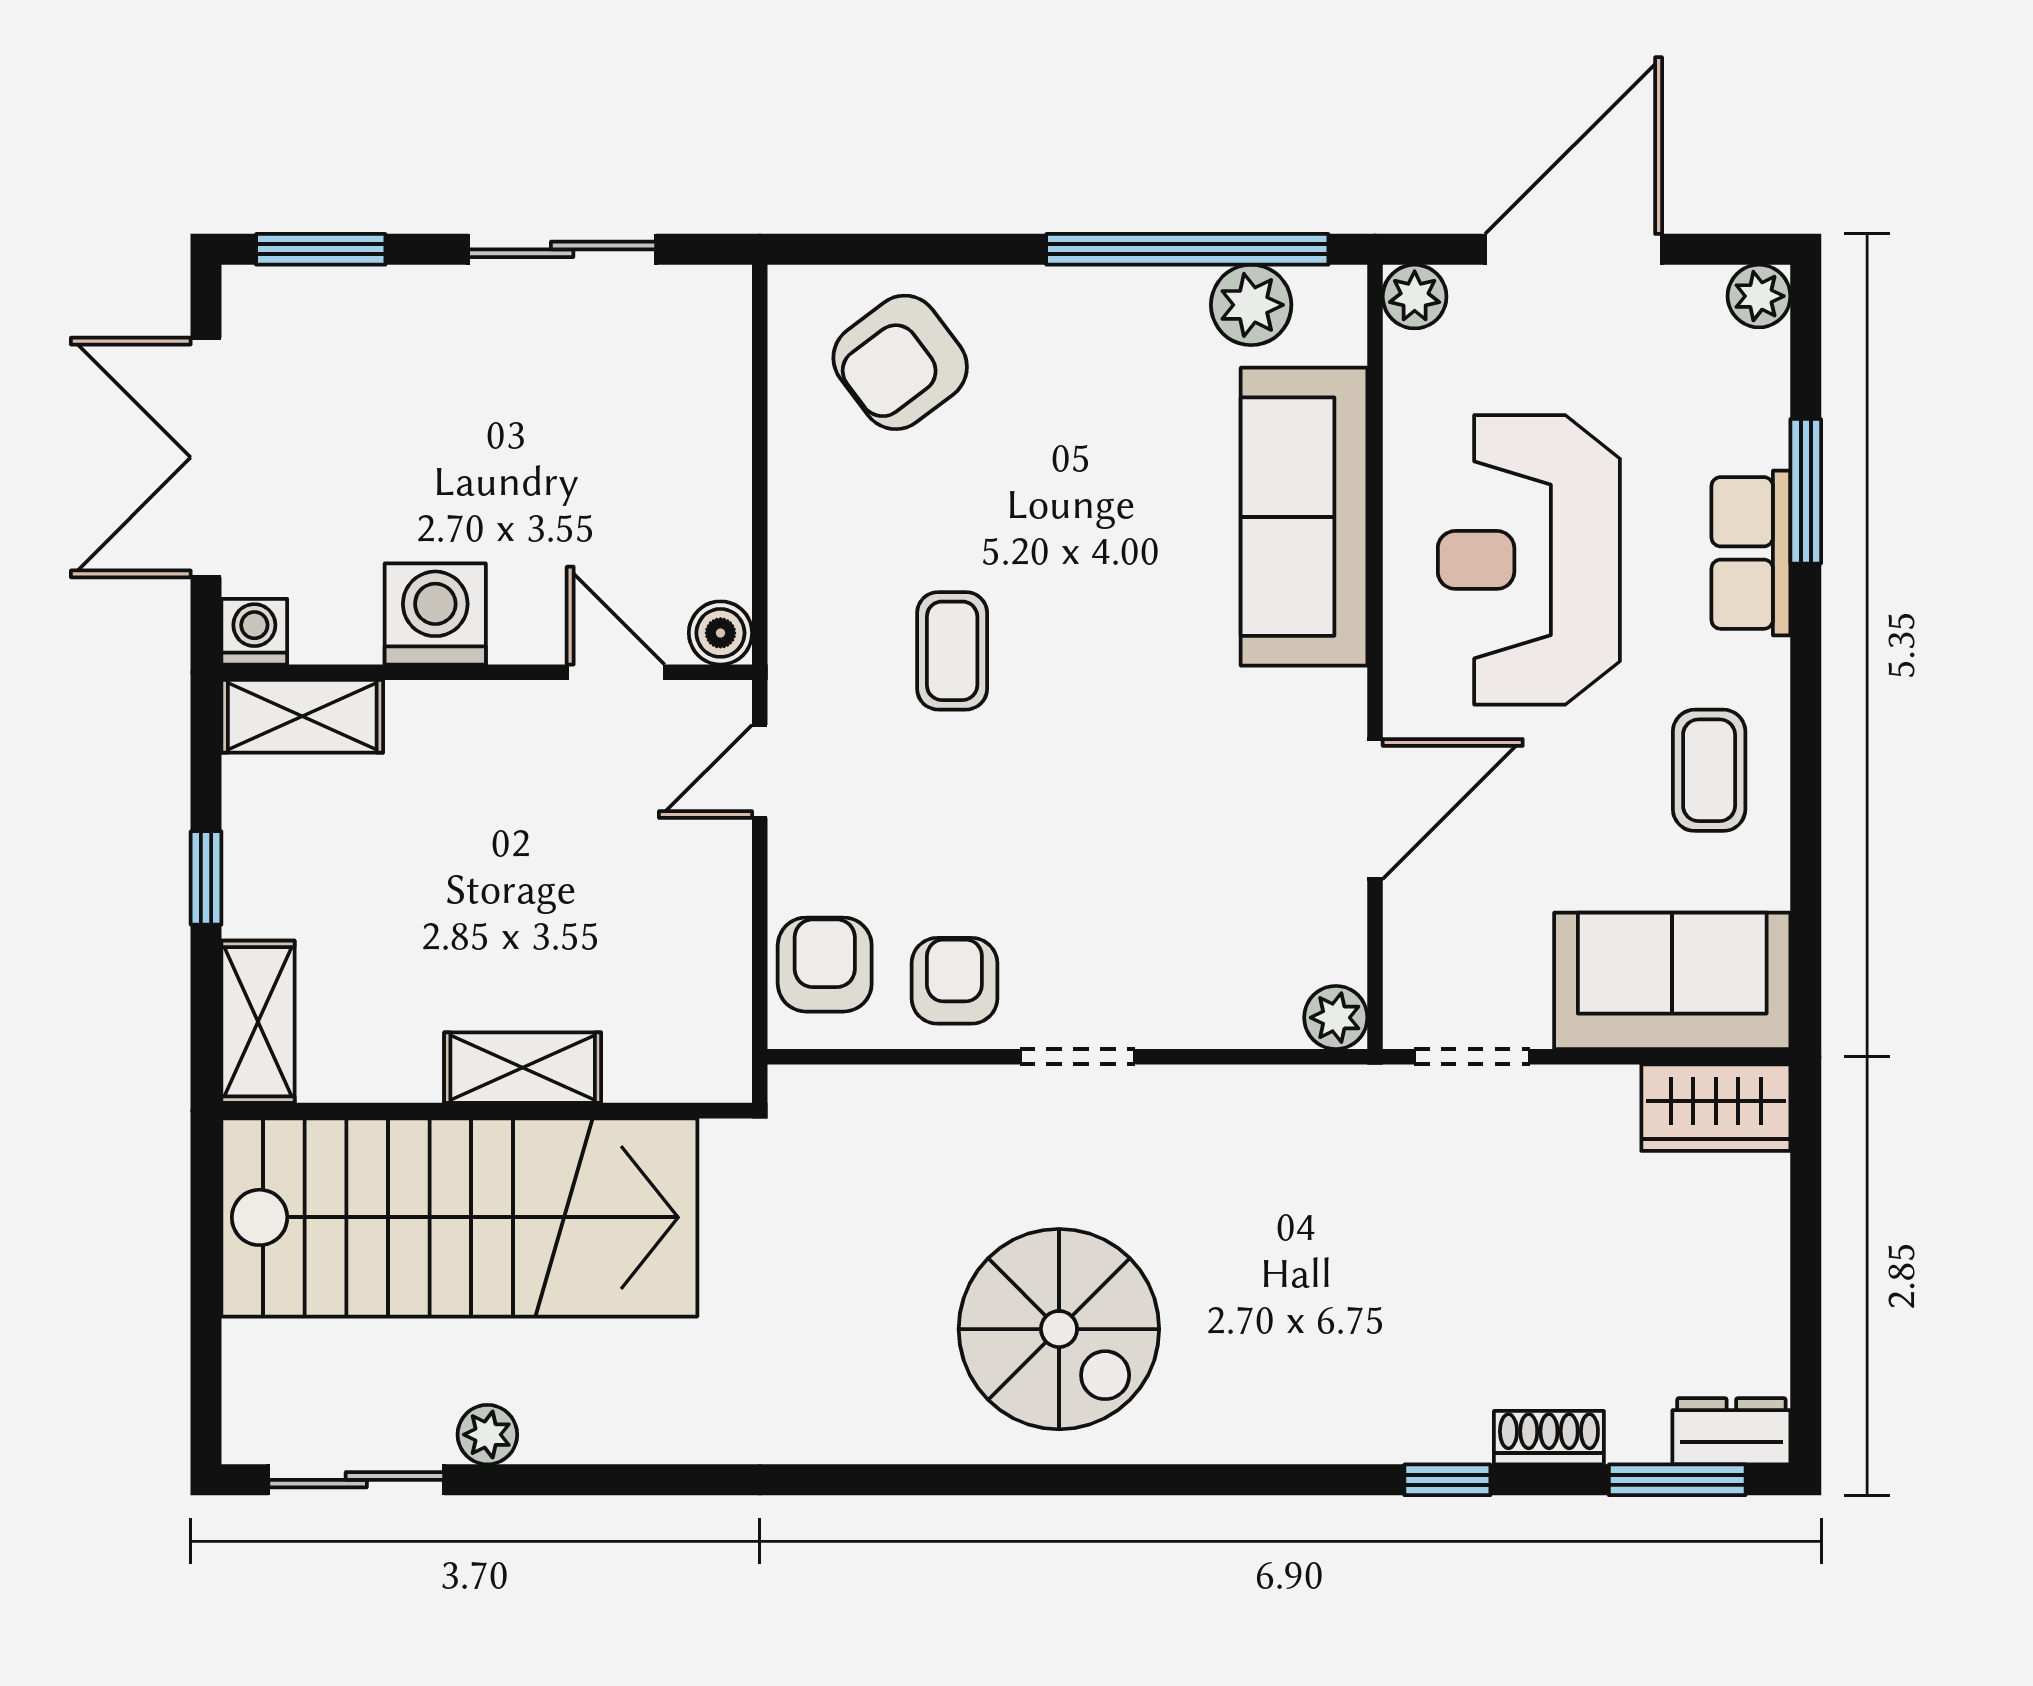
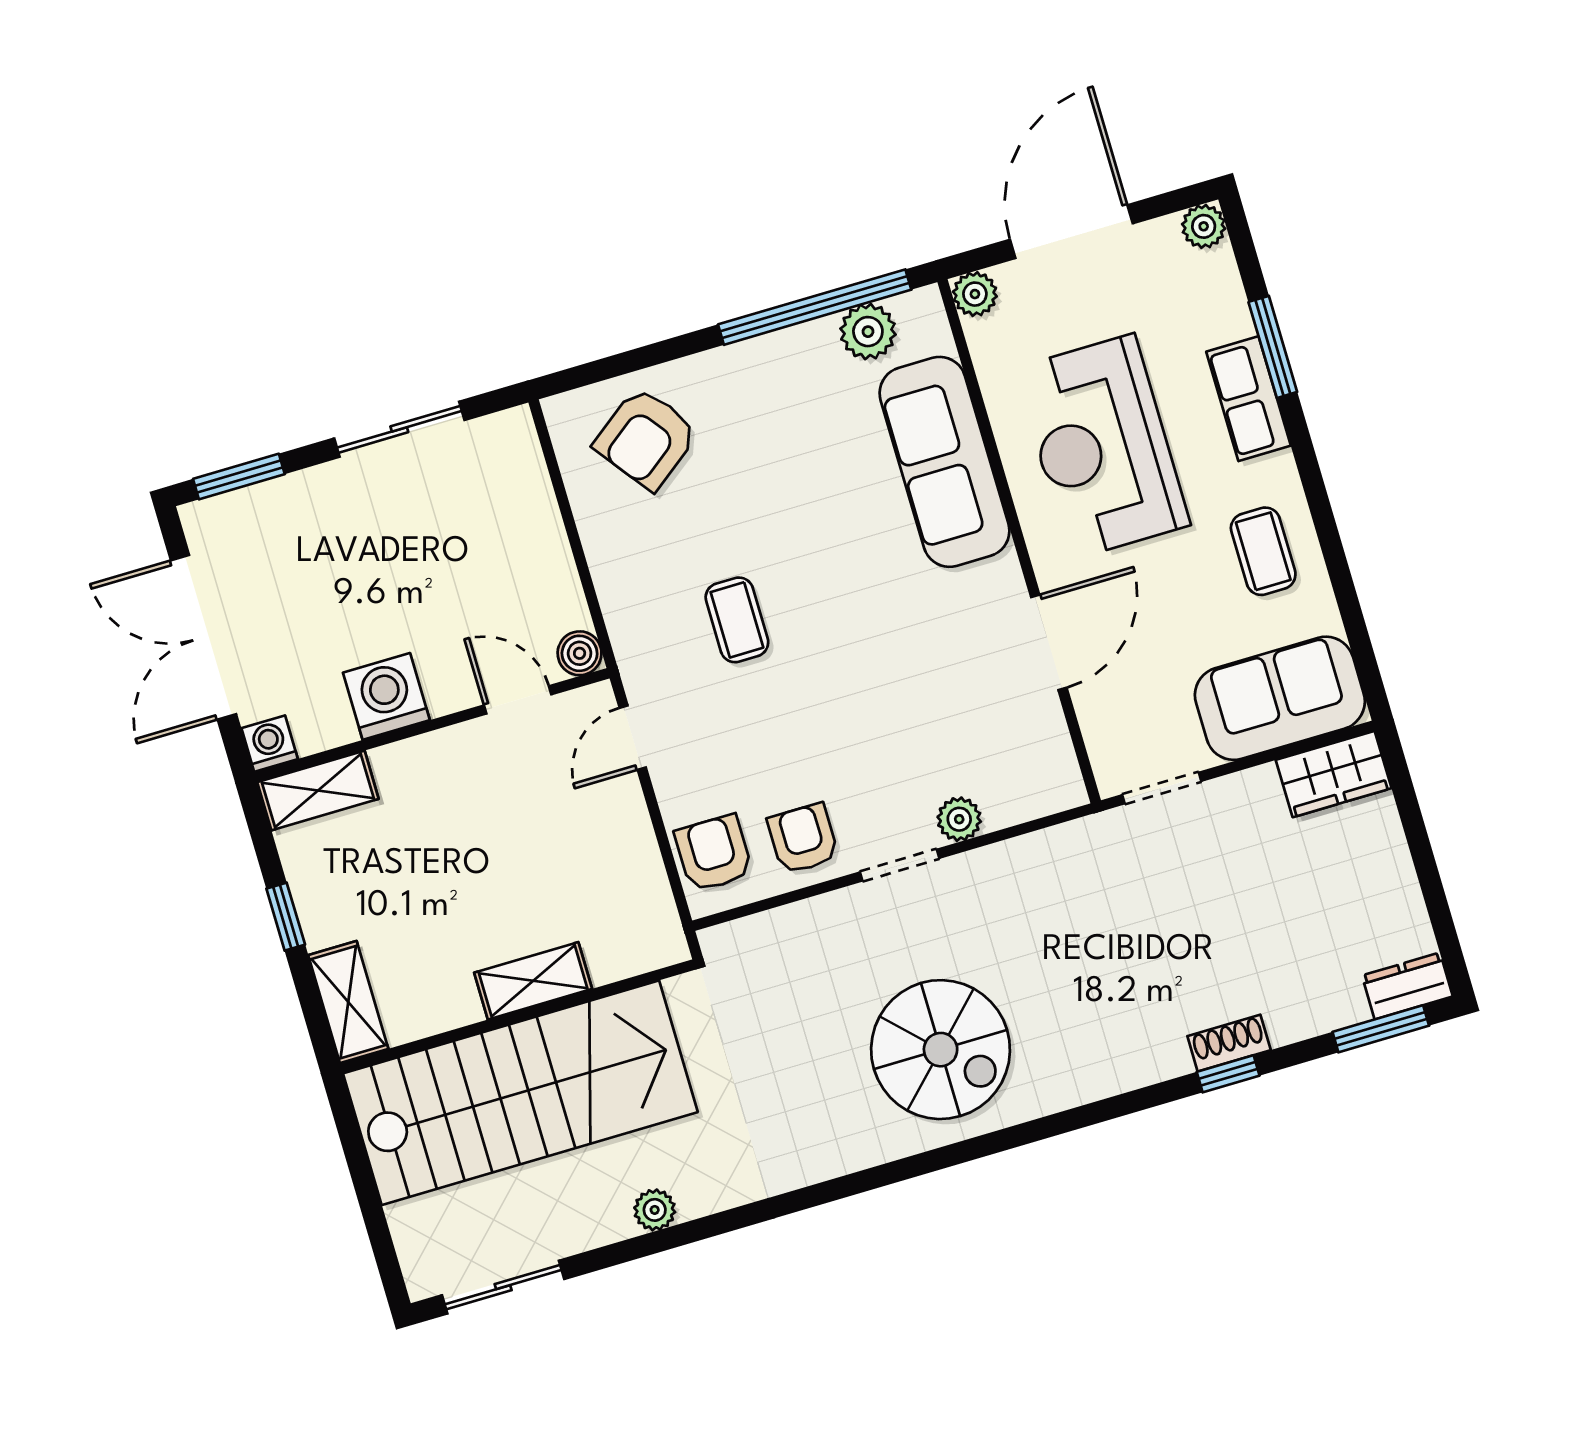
plant: (1336, 1018) -> (959, 819), moved
plant: (487, 1435) -> (655, 1210), moved
shoe rack: (1549, 1438) -> (1229, 1043), moved

